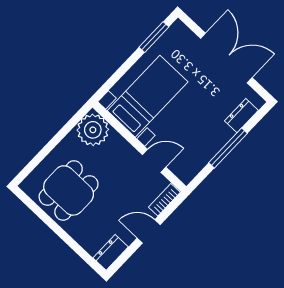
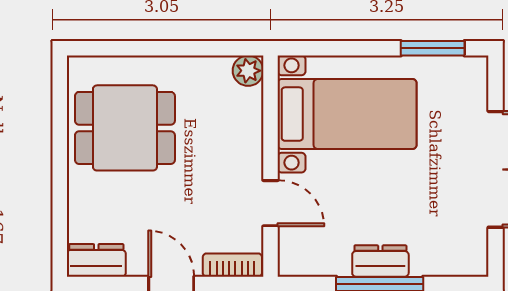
dresser: (241, 116) -> (380, 261), moved
plant: (93, 130) -> (248, 71), width x0.53, depth x0.53

